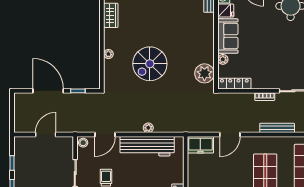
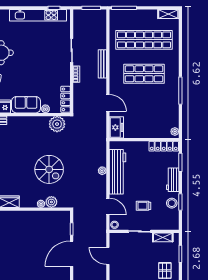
plant: (111, 66) -> (51, 202), added

